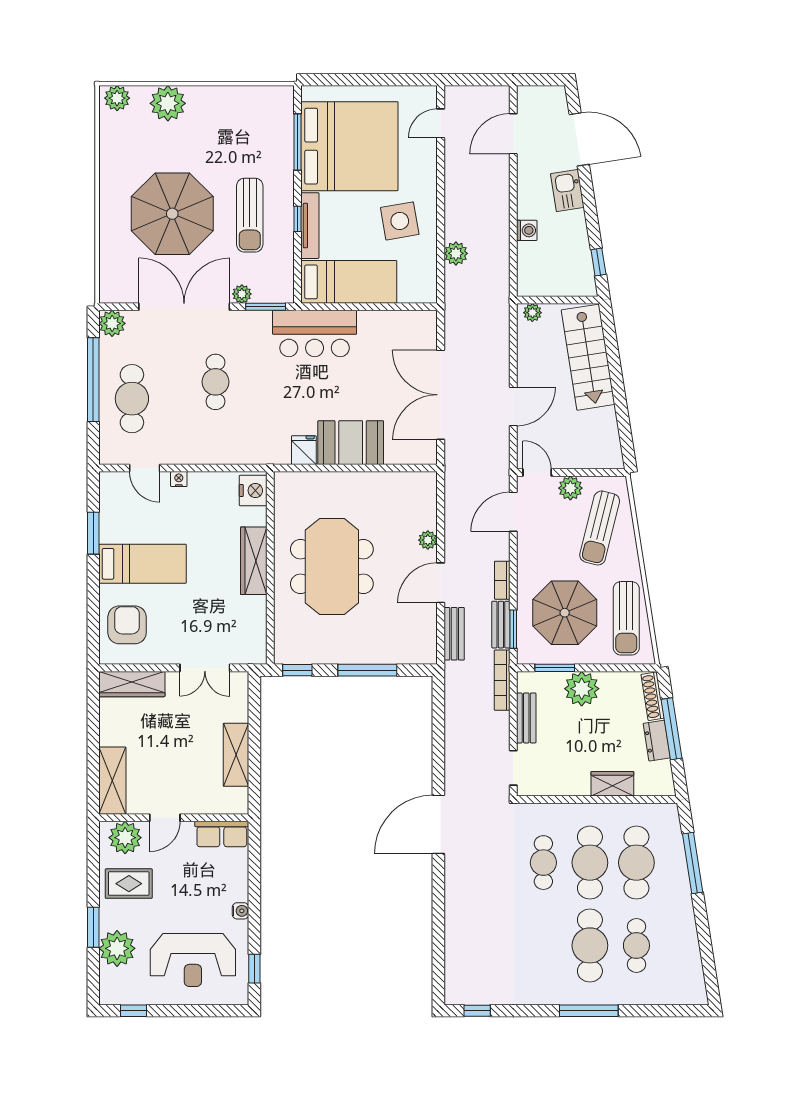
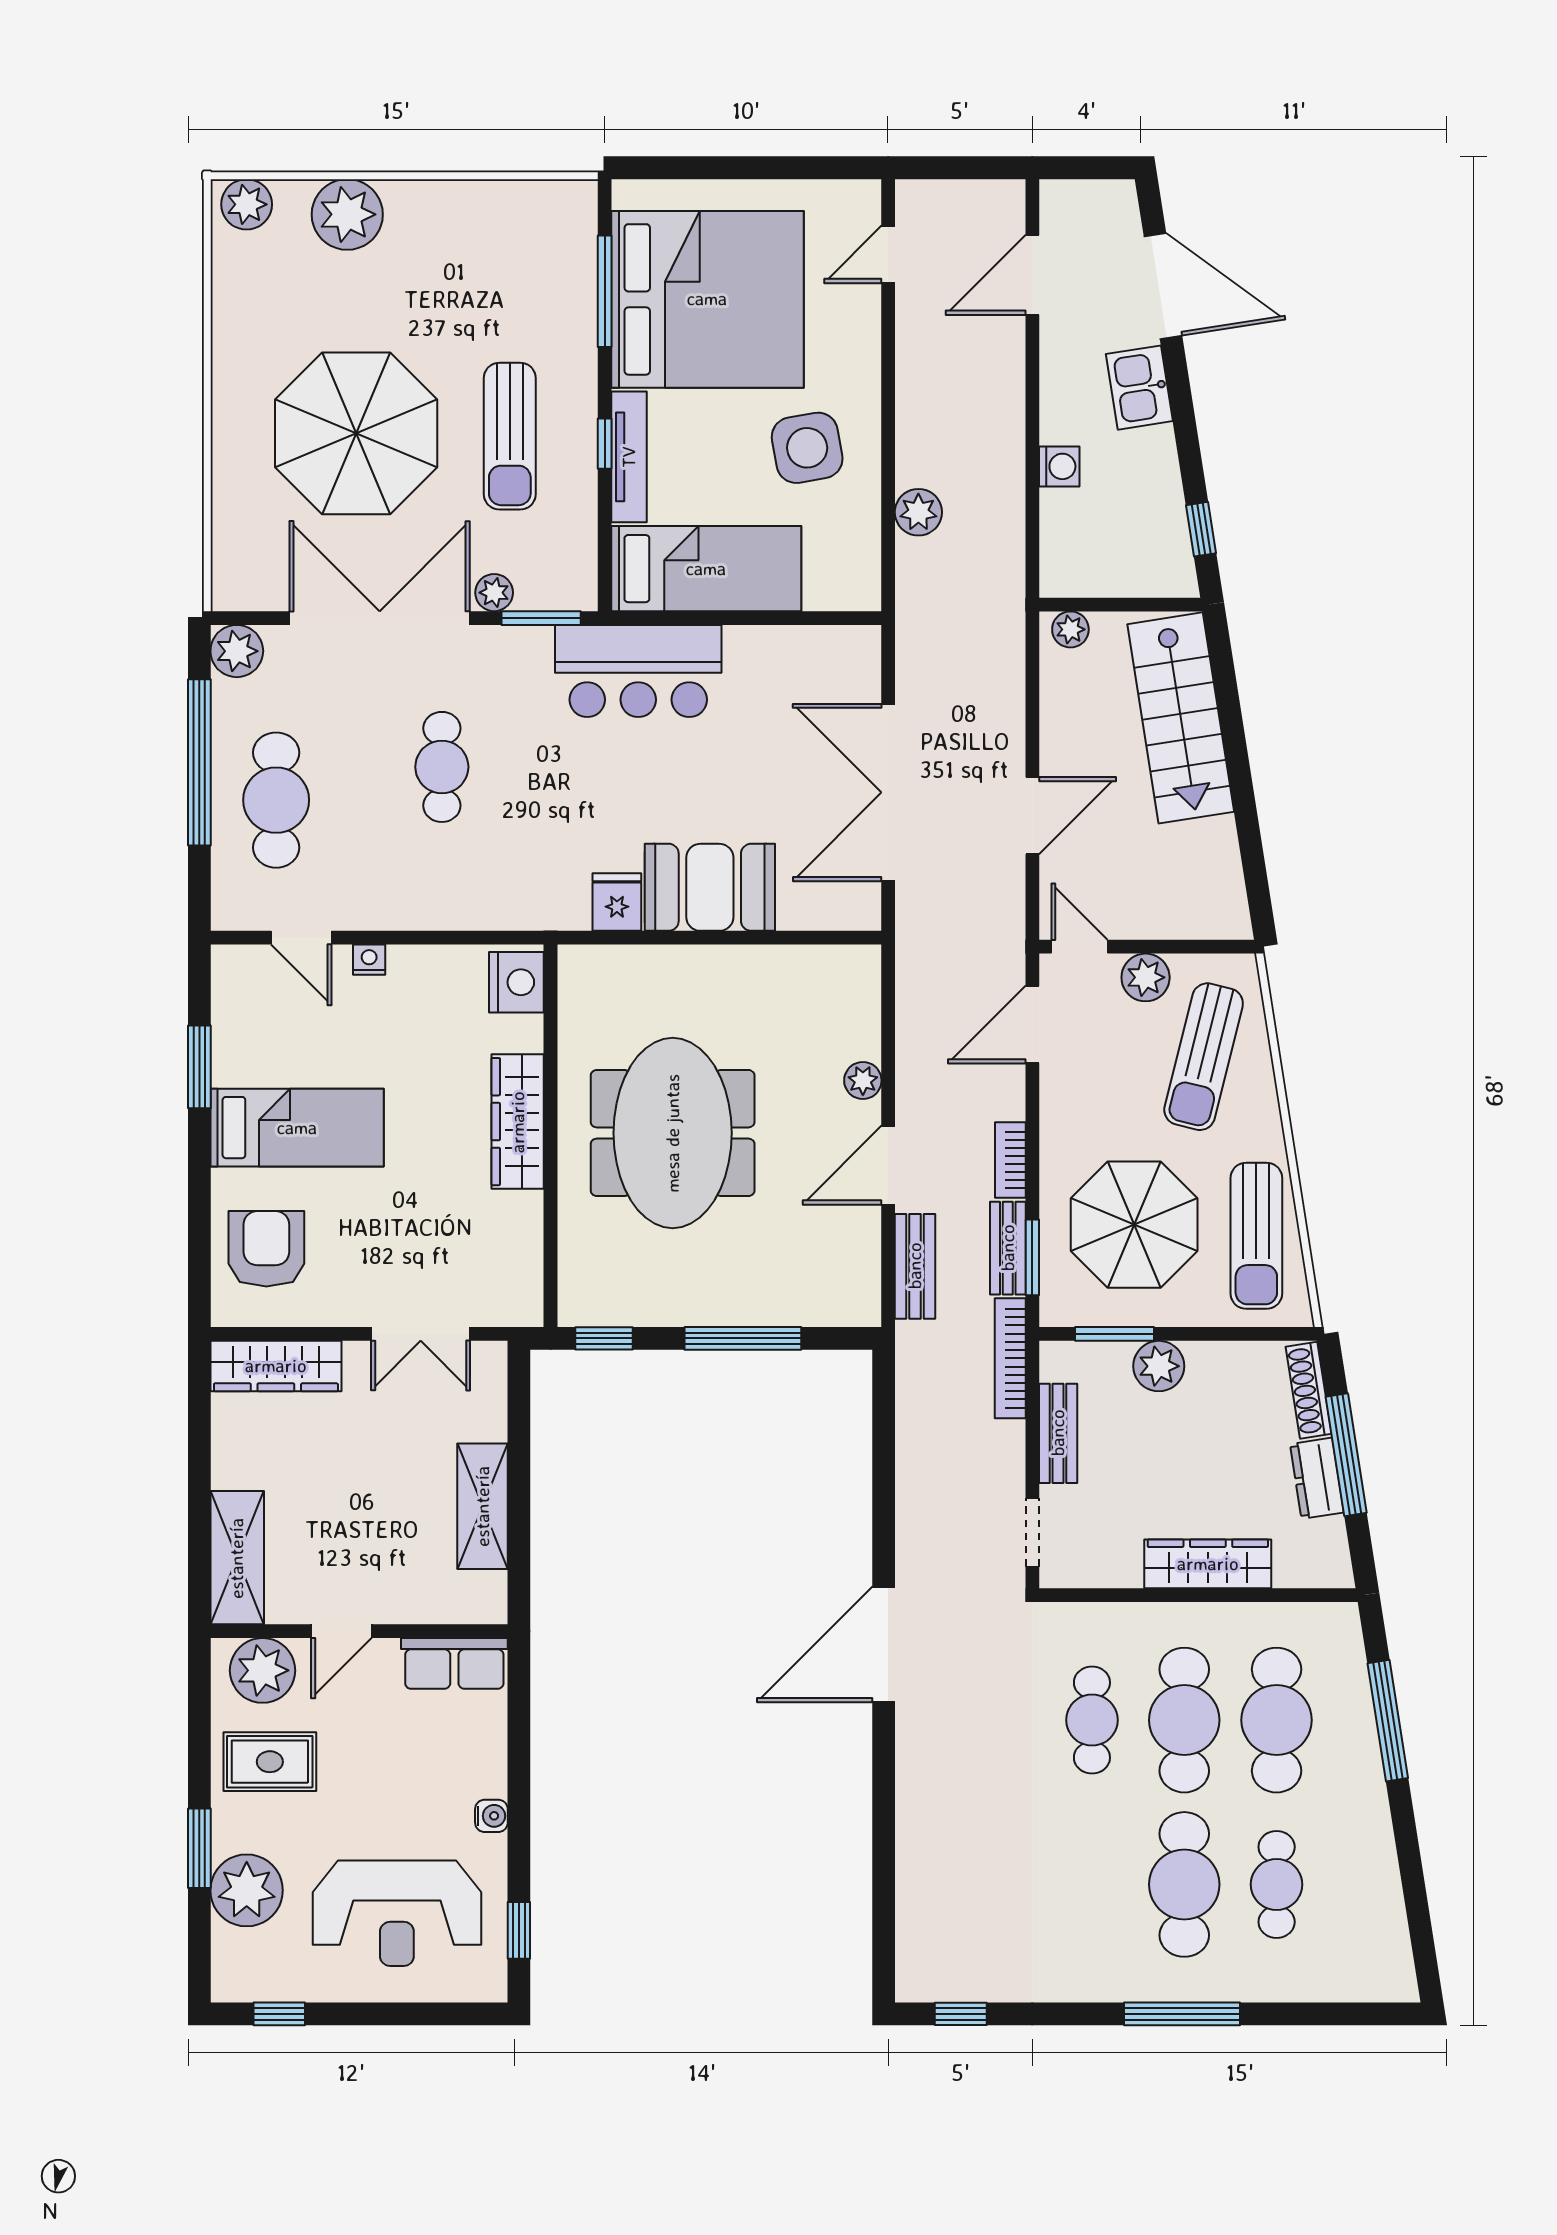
plant: (582, 689) -> (1159, 1366), width x0.73, depth x0.73
wardrobe: (612, 784) -> (1208, 1564), width x1.50

